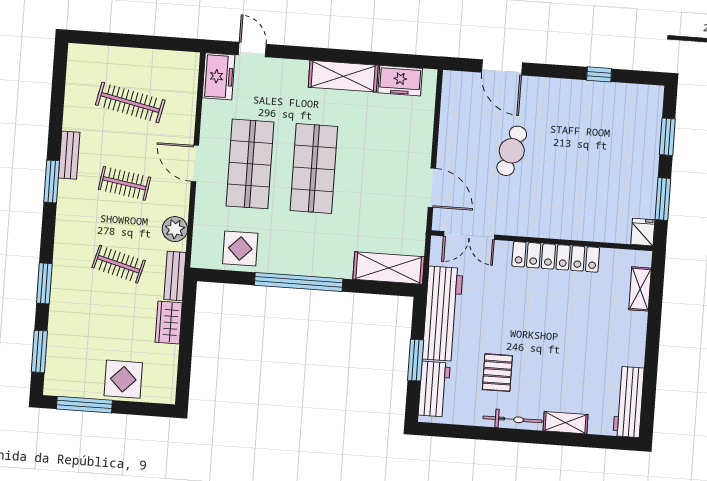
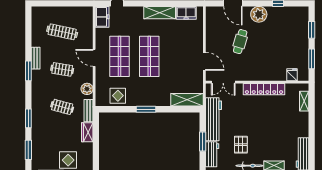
plant: (556, 95) -> (259, 14), added
fridge: (643, 232) -> (292, 75), moved
window: (299, 282) -> (146, 109), width x0.47

